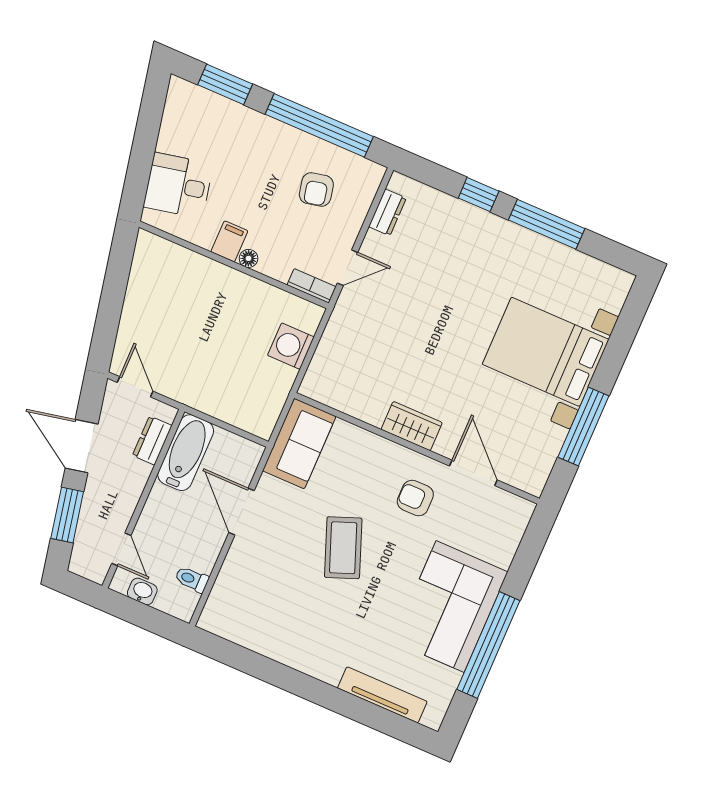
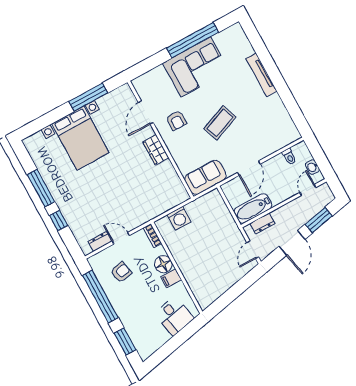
floor lamp: (248, 258) -> (163, 264), width x1.89, depth x1.89
door: (348, 268) -> (121, 238), moved
tv unit: (382, 695) -> (261, 75), moved

